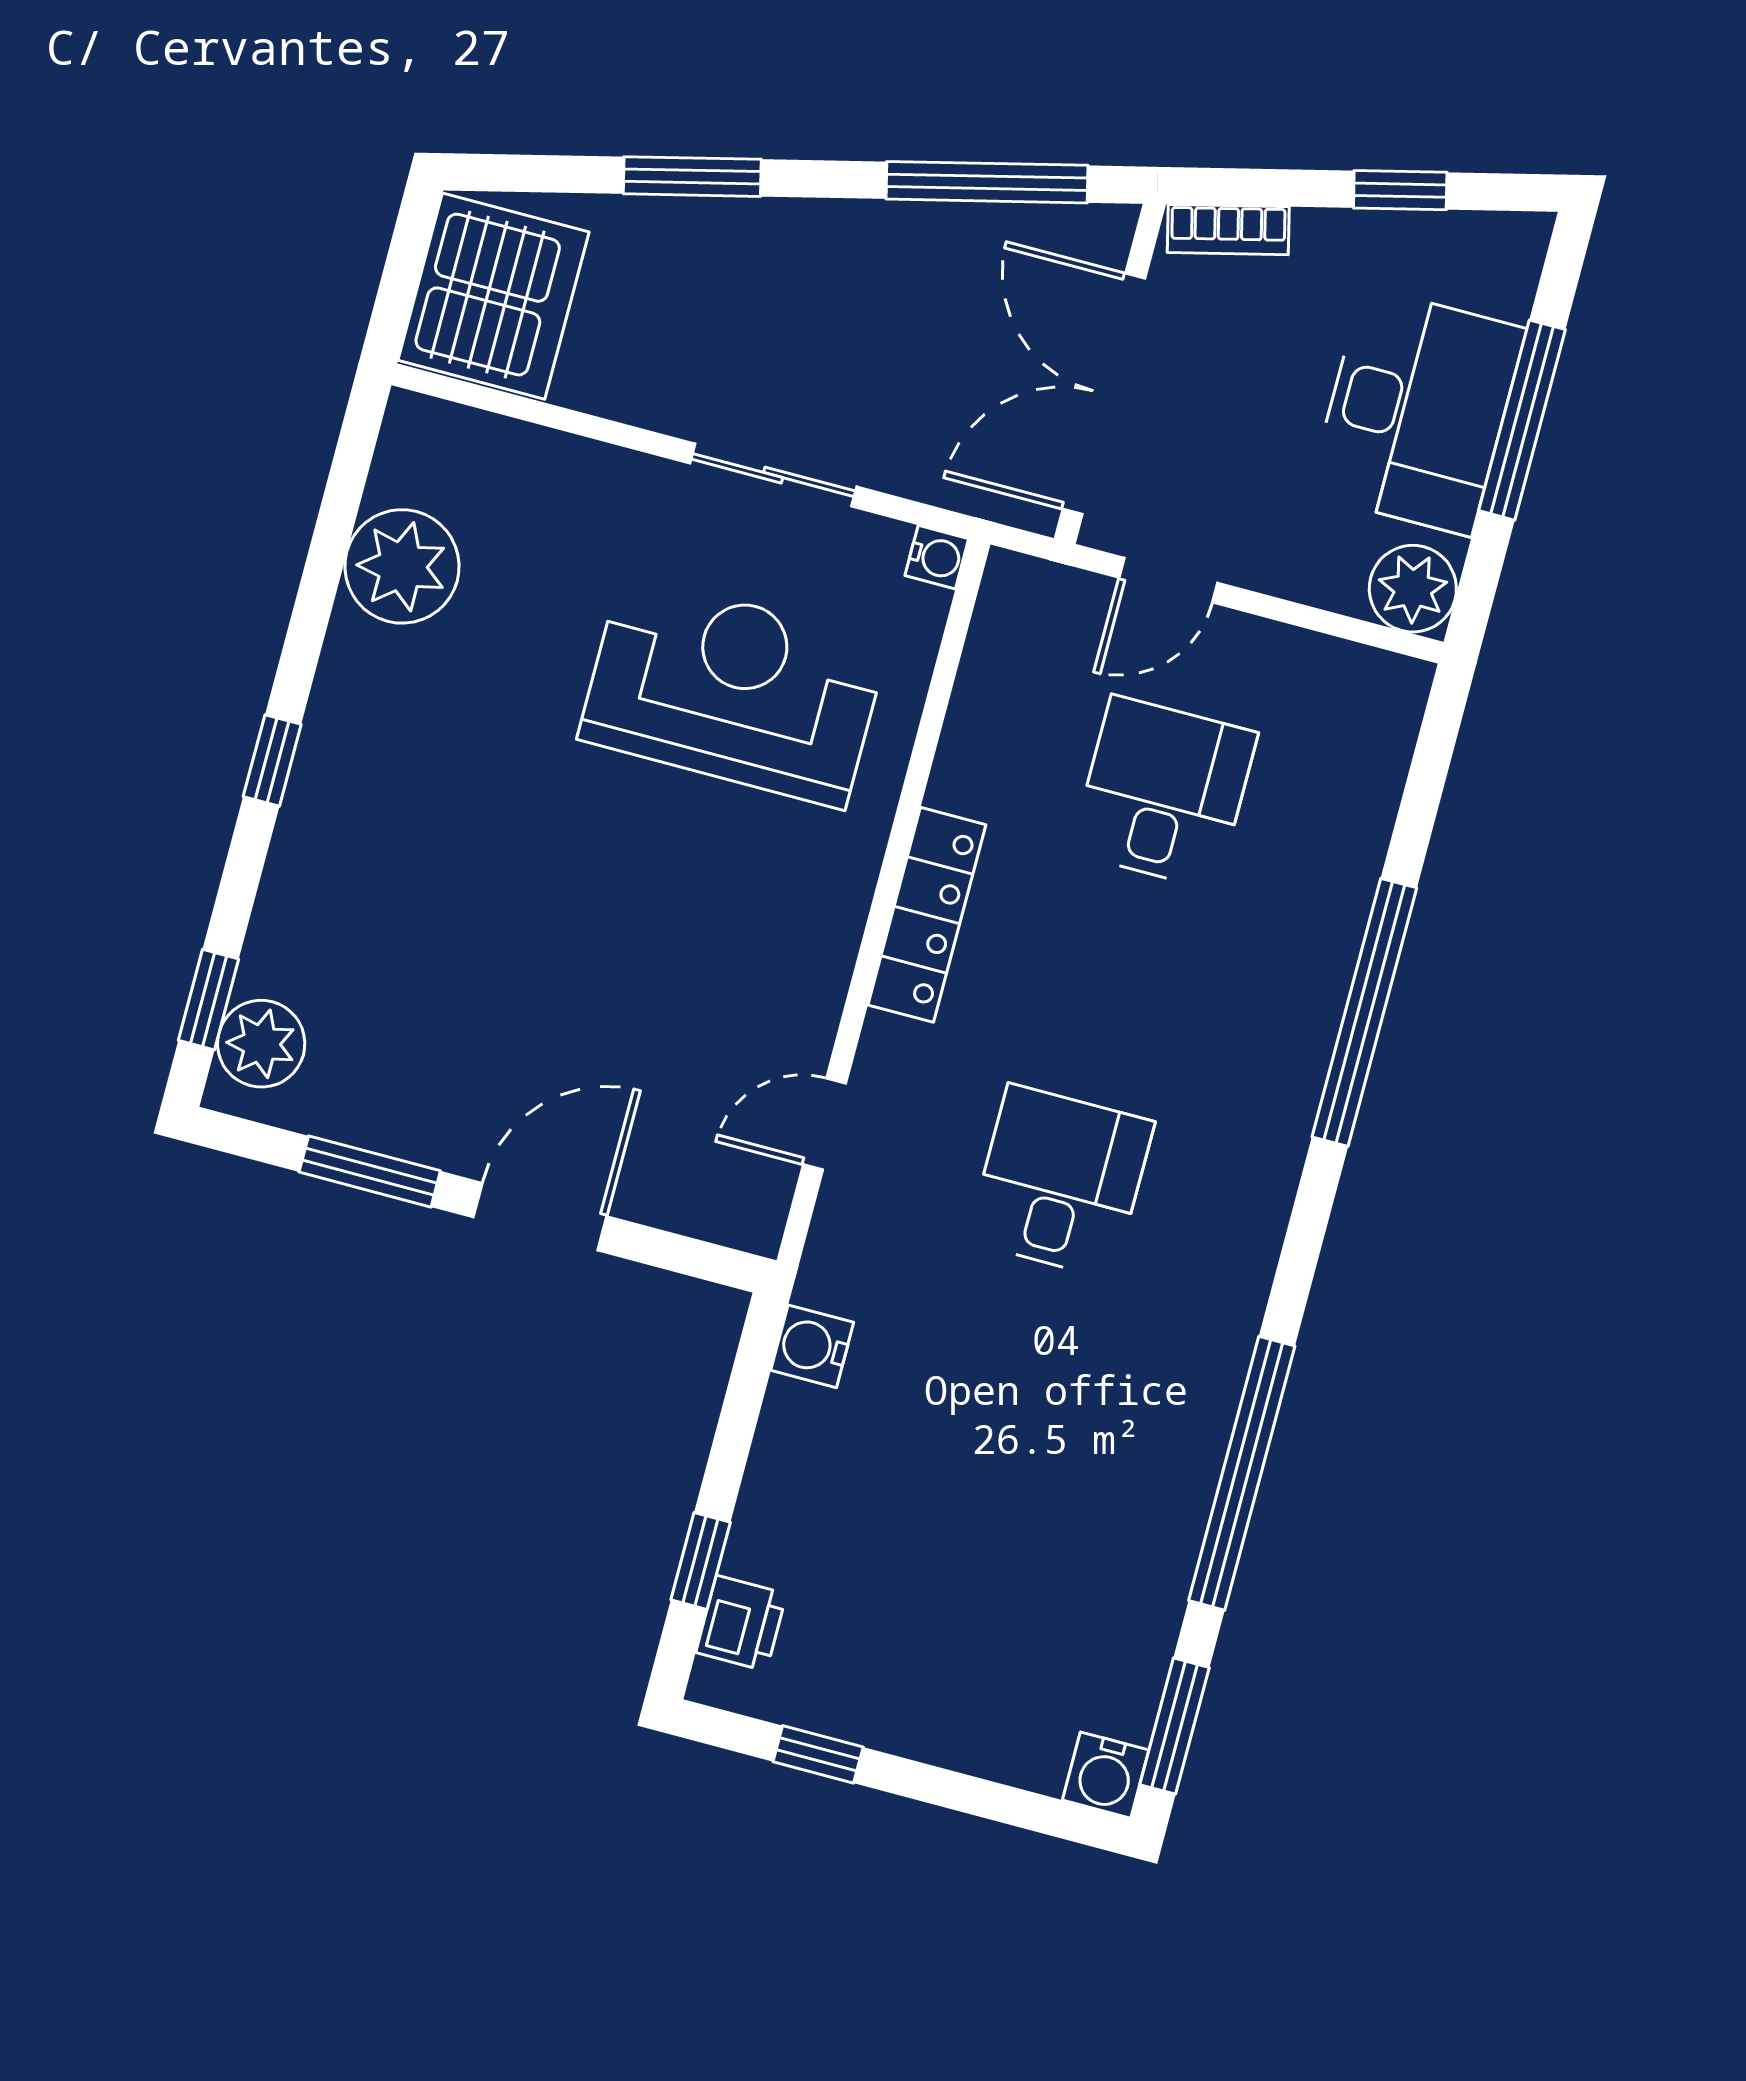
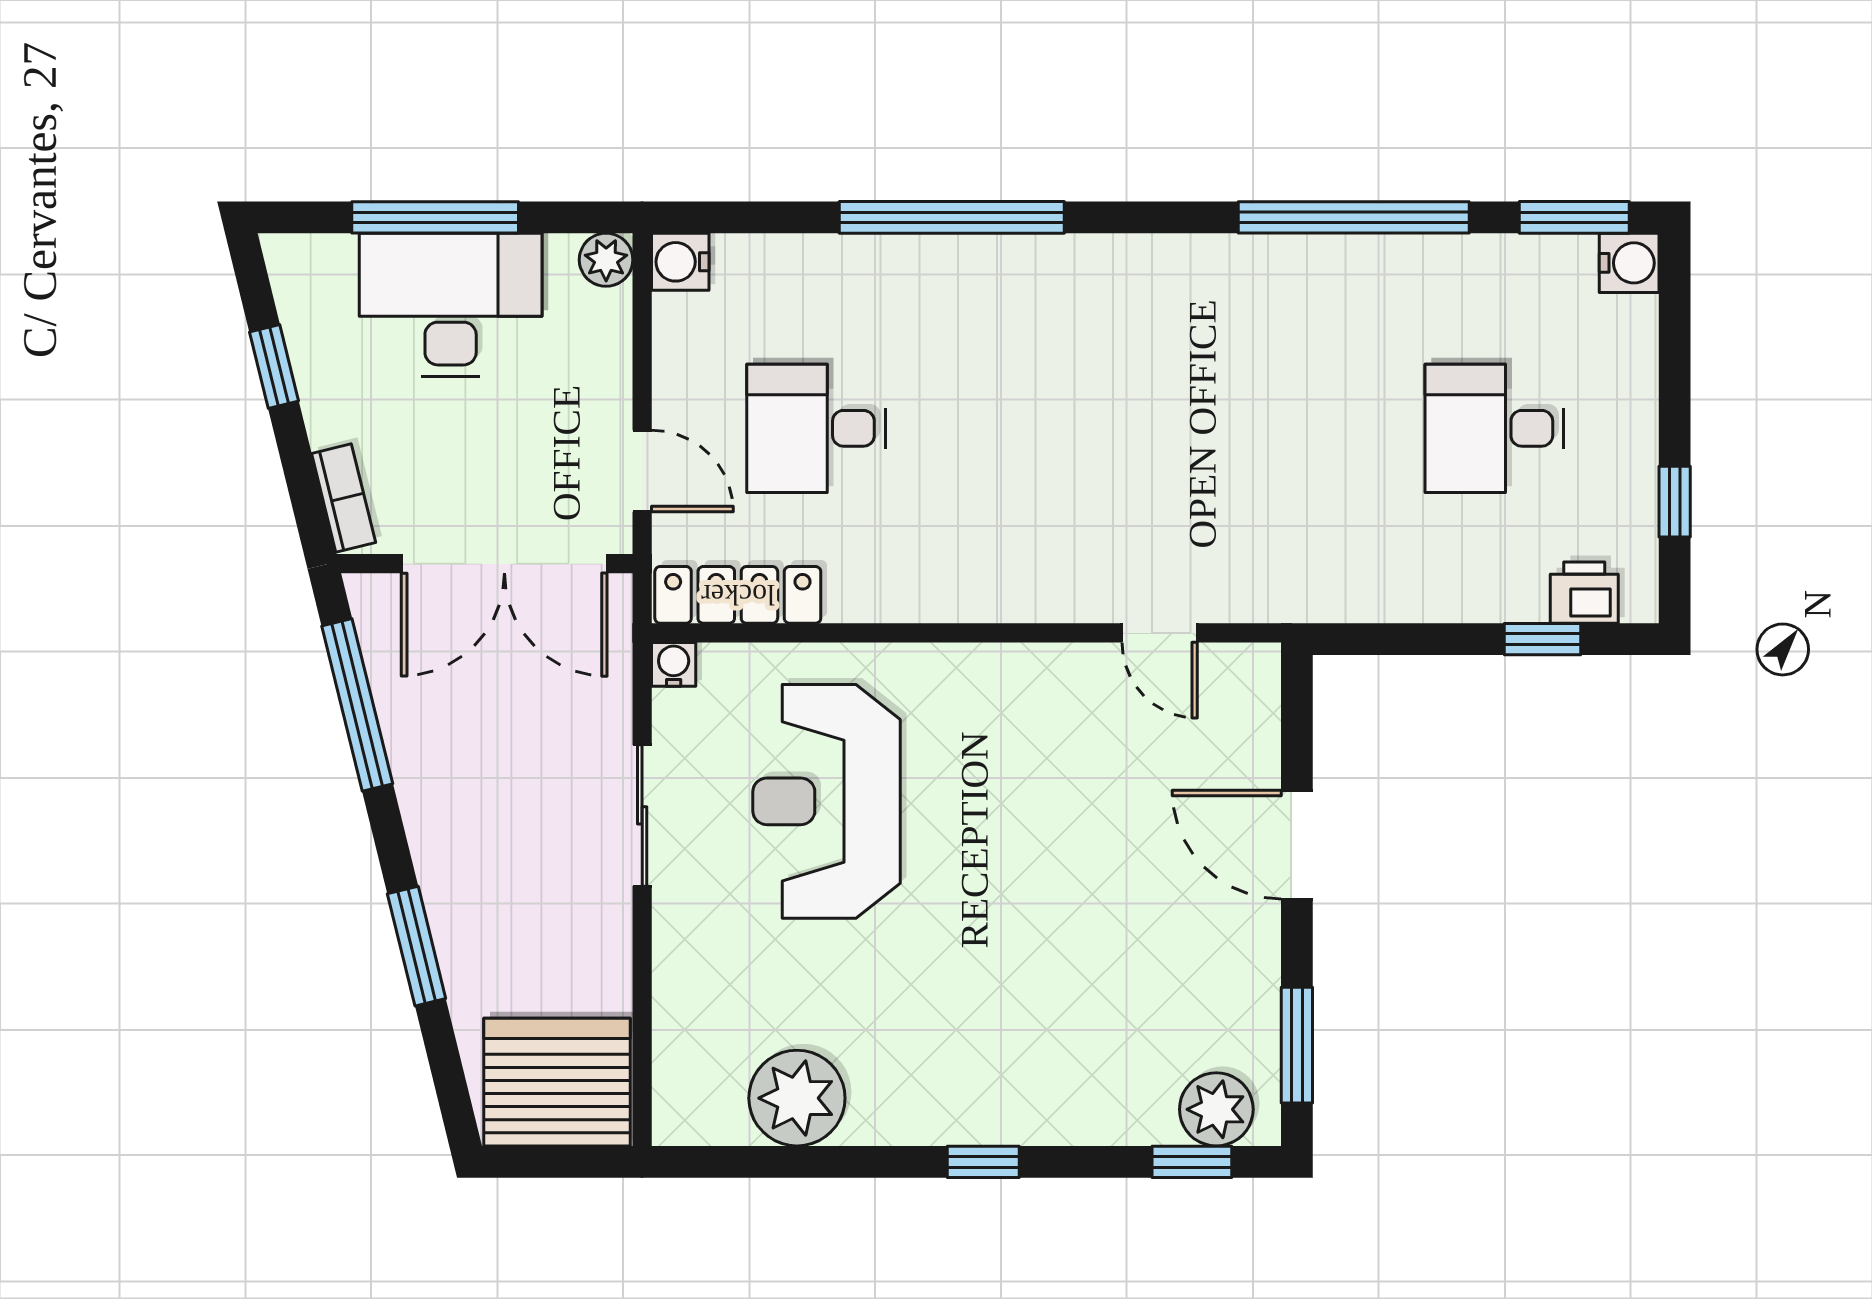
plant: (1413, 589) -> (606, 260), width x0.73, depth x0.73
locker: (927, 915) -> (738, 595), moved
window: (370, 1171) -> (1297, 1045), moved
desk: (1061, 1181) -> (1494, 428), moved
water cooler: (812, 1346) -> (680, 262), moved, turned 90

